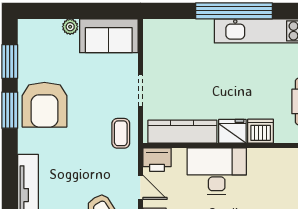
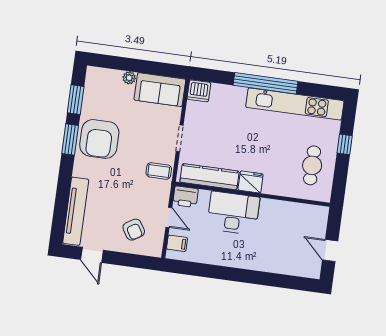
dishwasher: (261, 131) -> (199, 91), moved, turned 180
coffee table: (121, 133) -> (159, 171), turned 90

